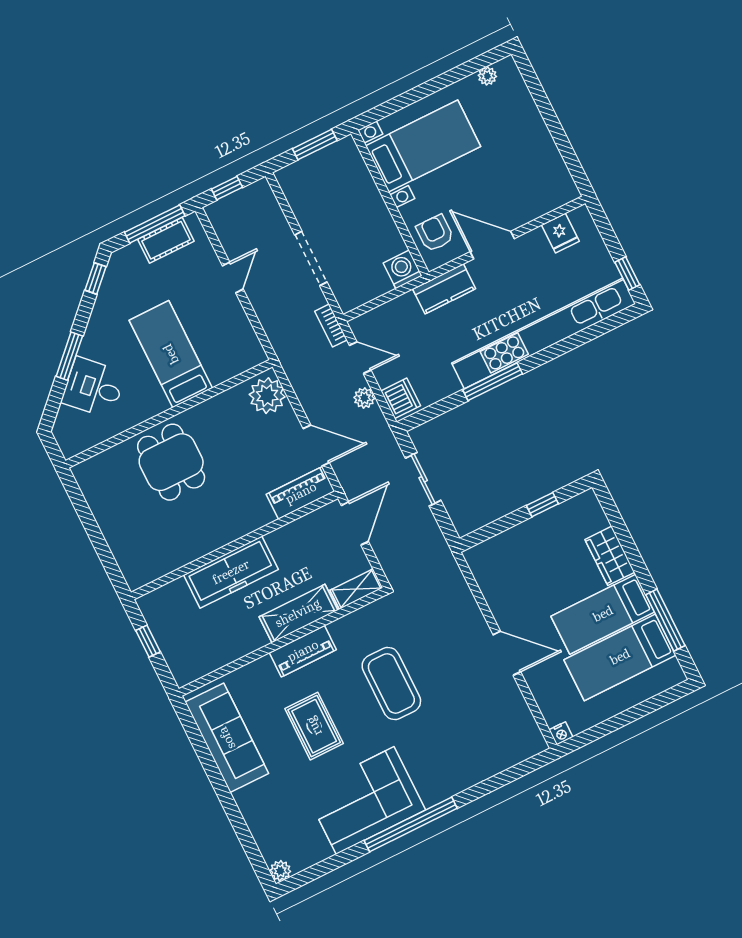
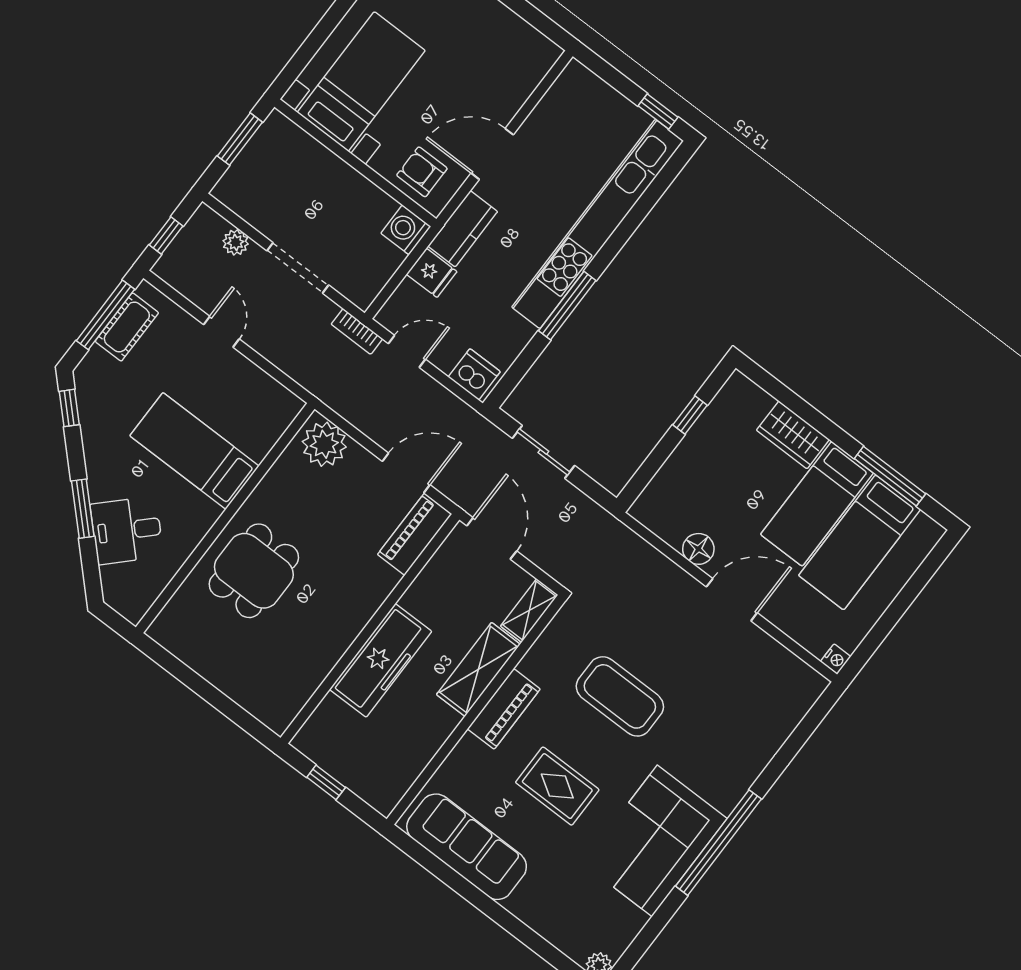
fridge: (560, 233) -> (432, 273), moved
plant: (364, 398) -> (236, 242), moved
dining table: (171, 462) -> (254, 571), turned 90
floor lamp: (501, 605) -> (698, 549), added

